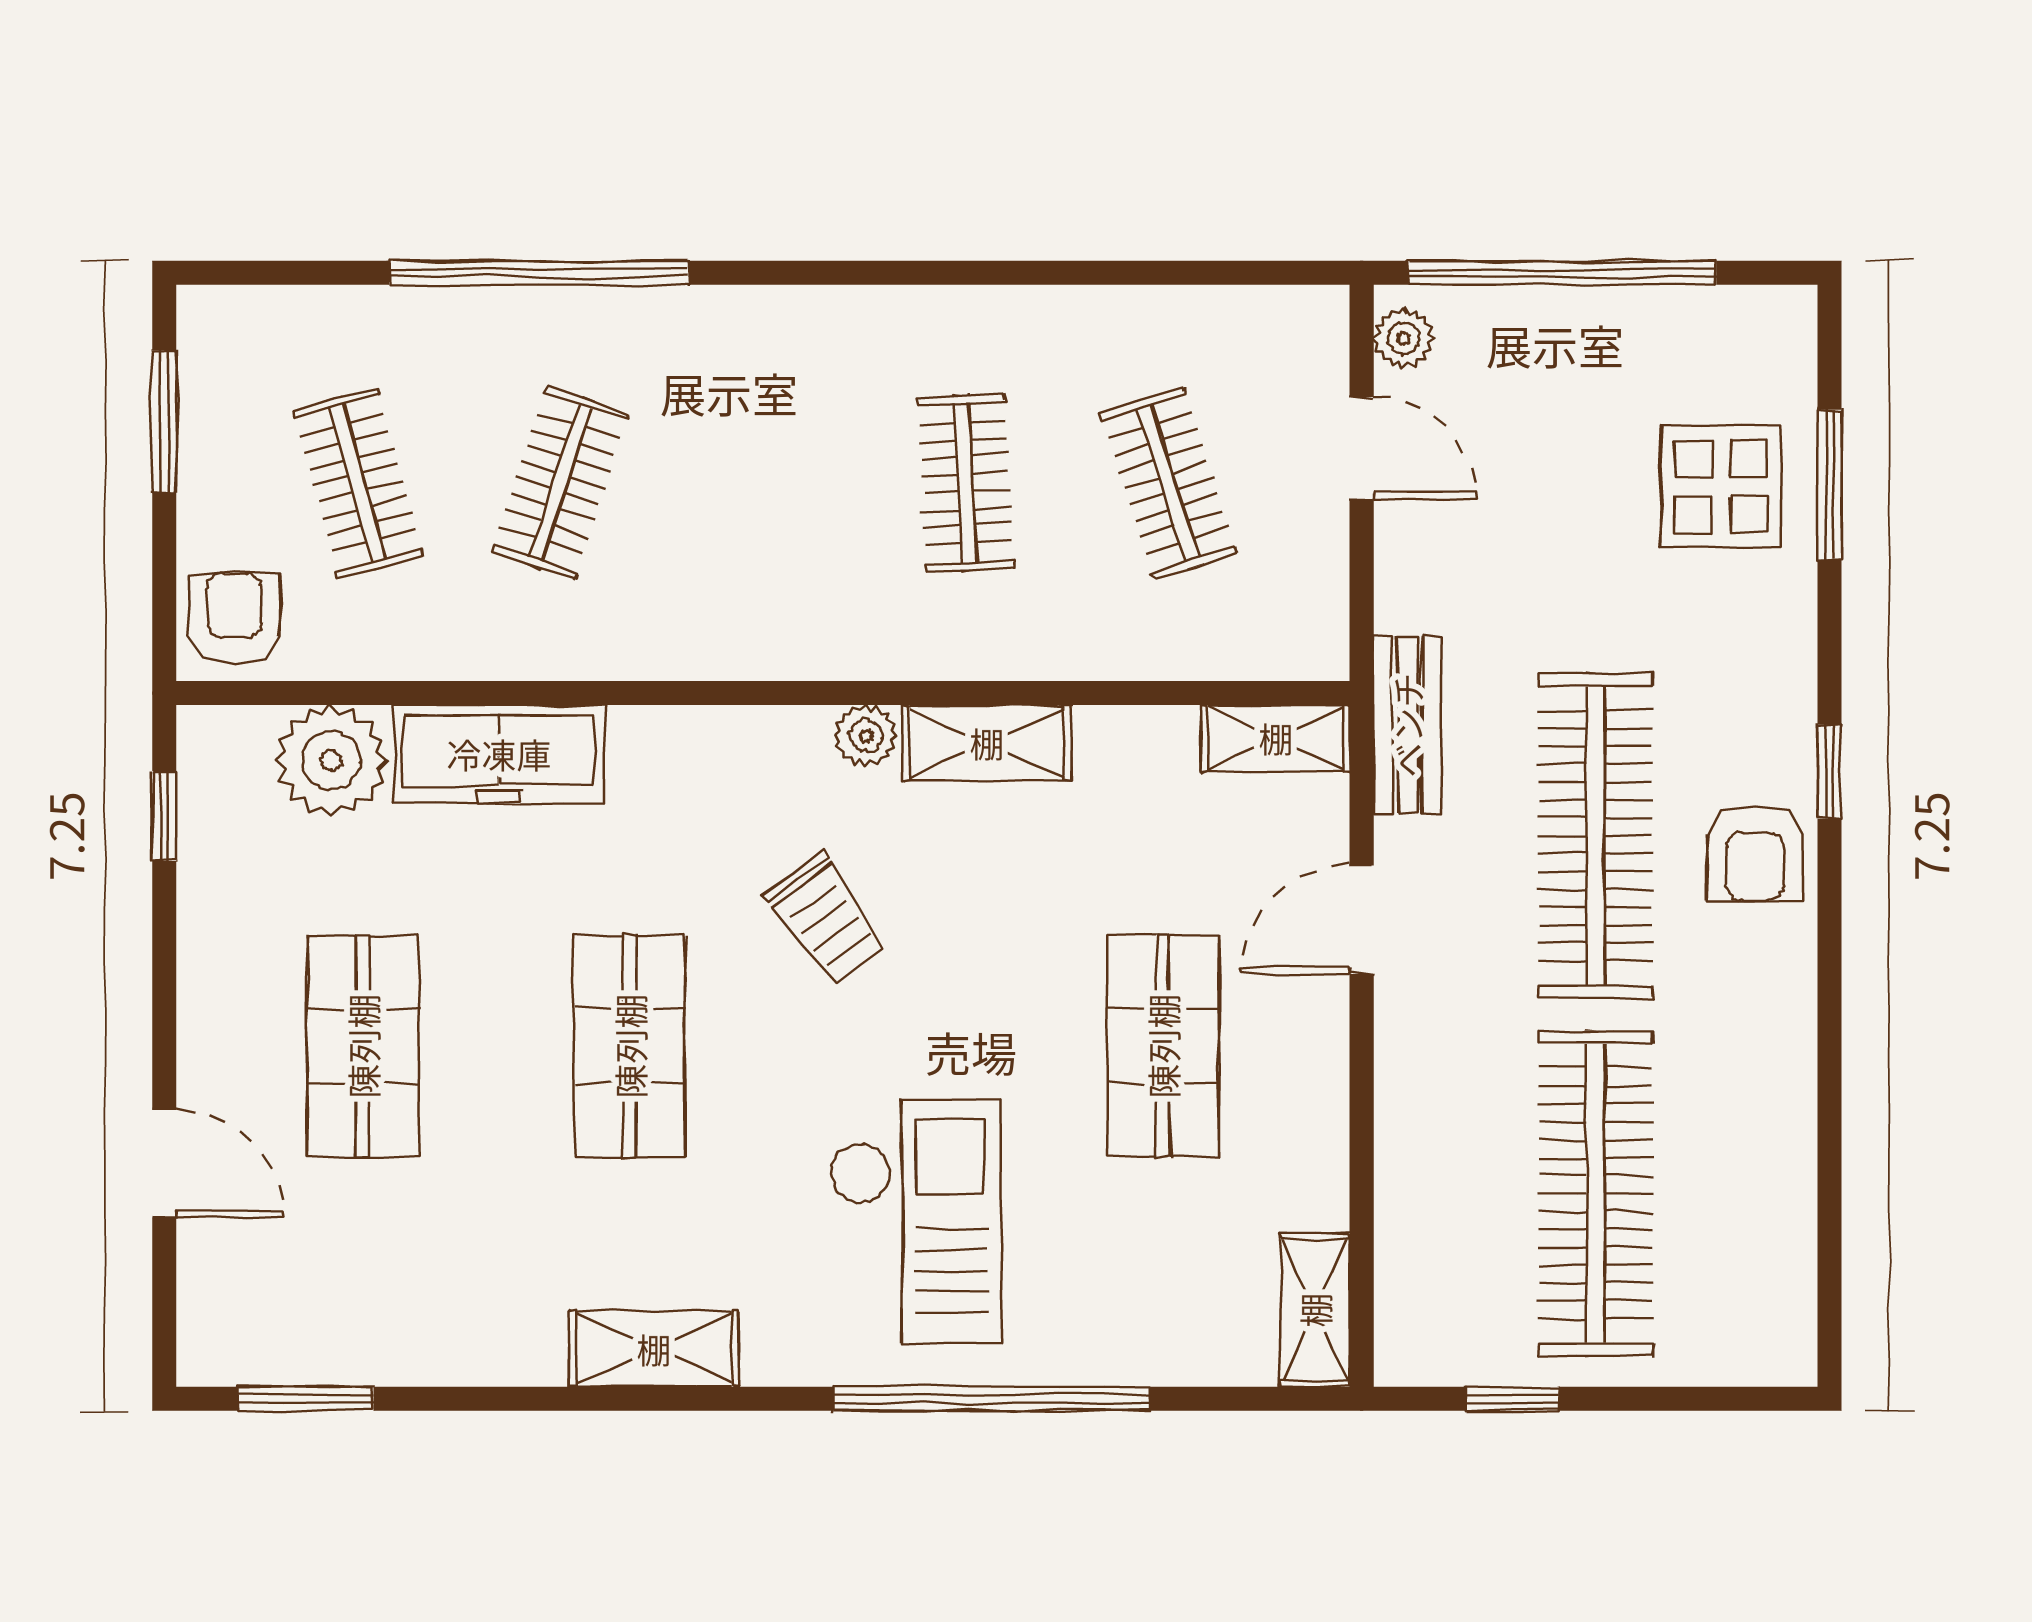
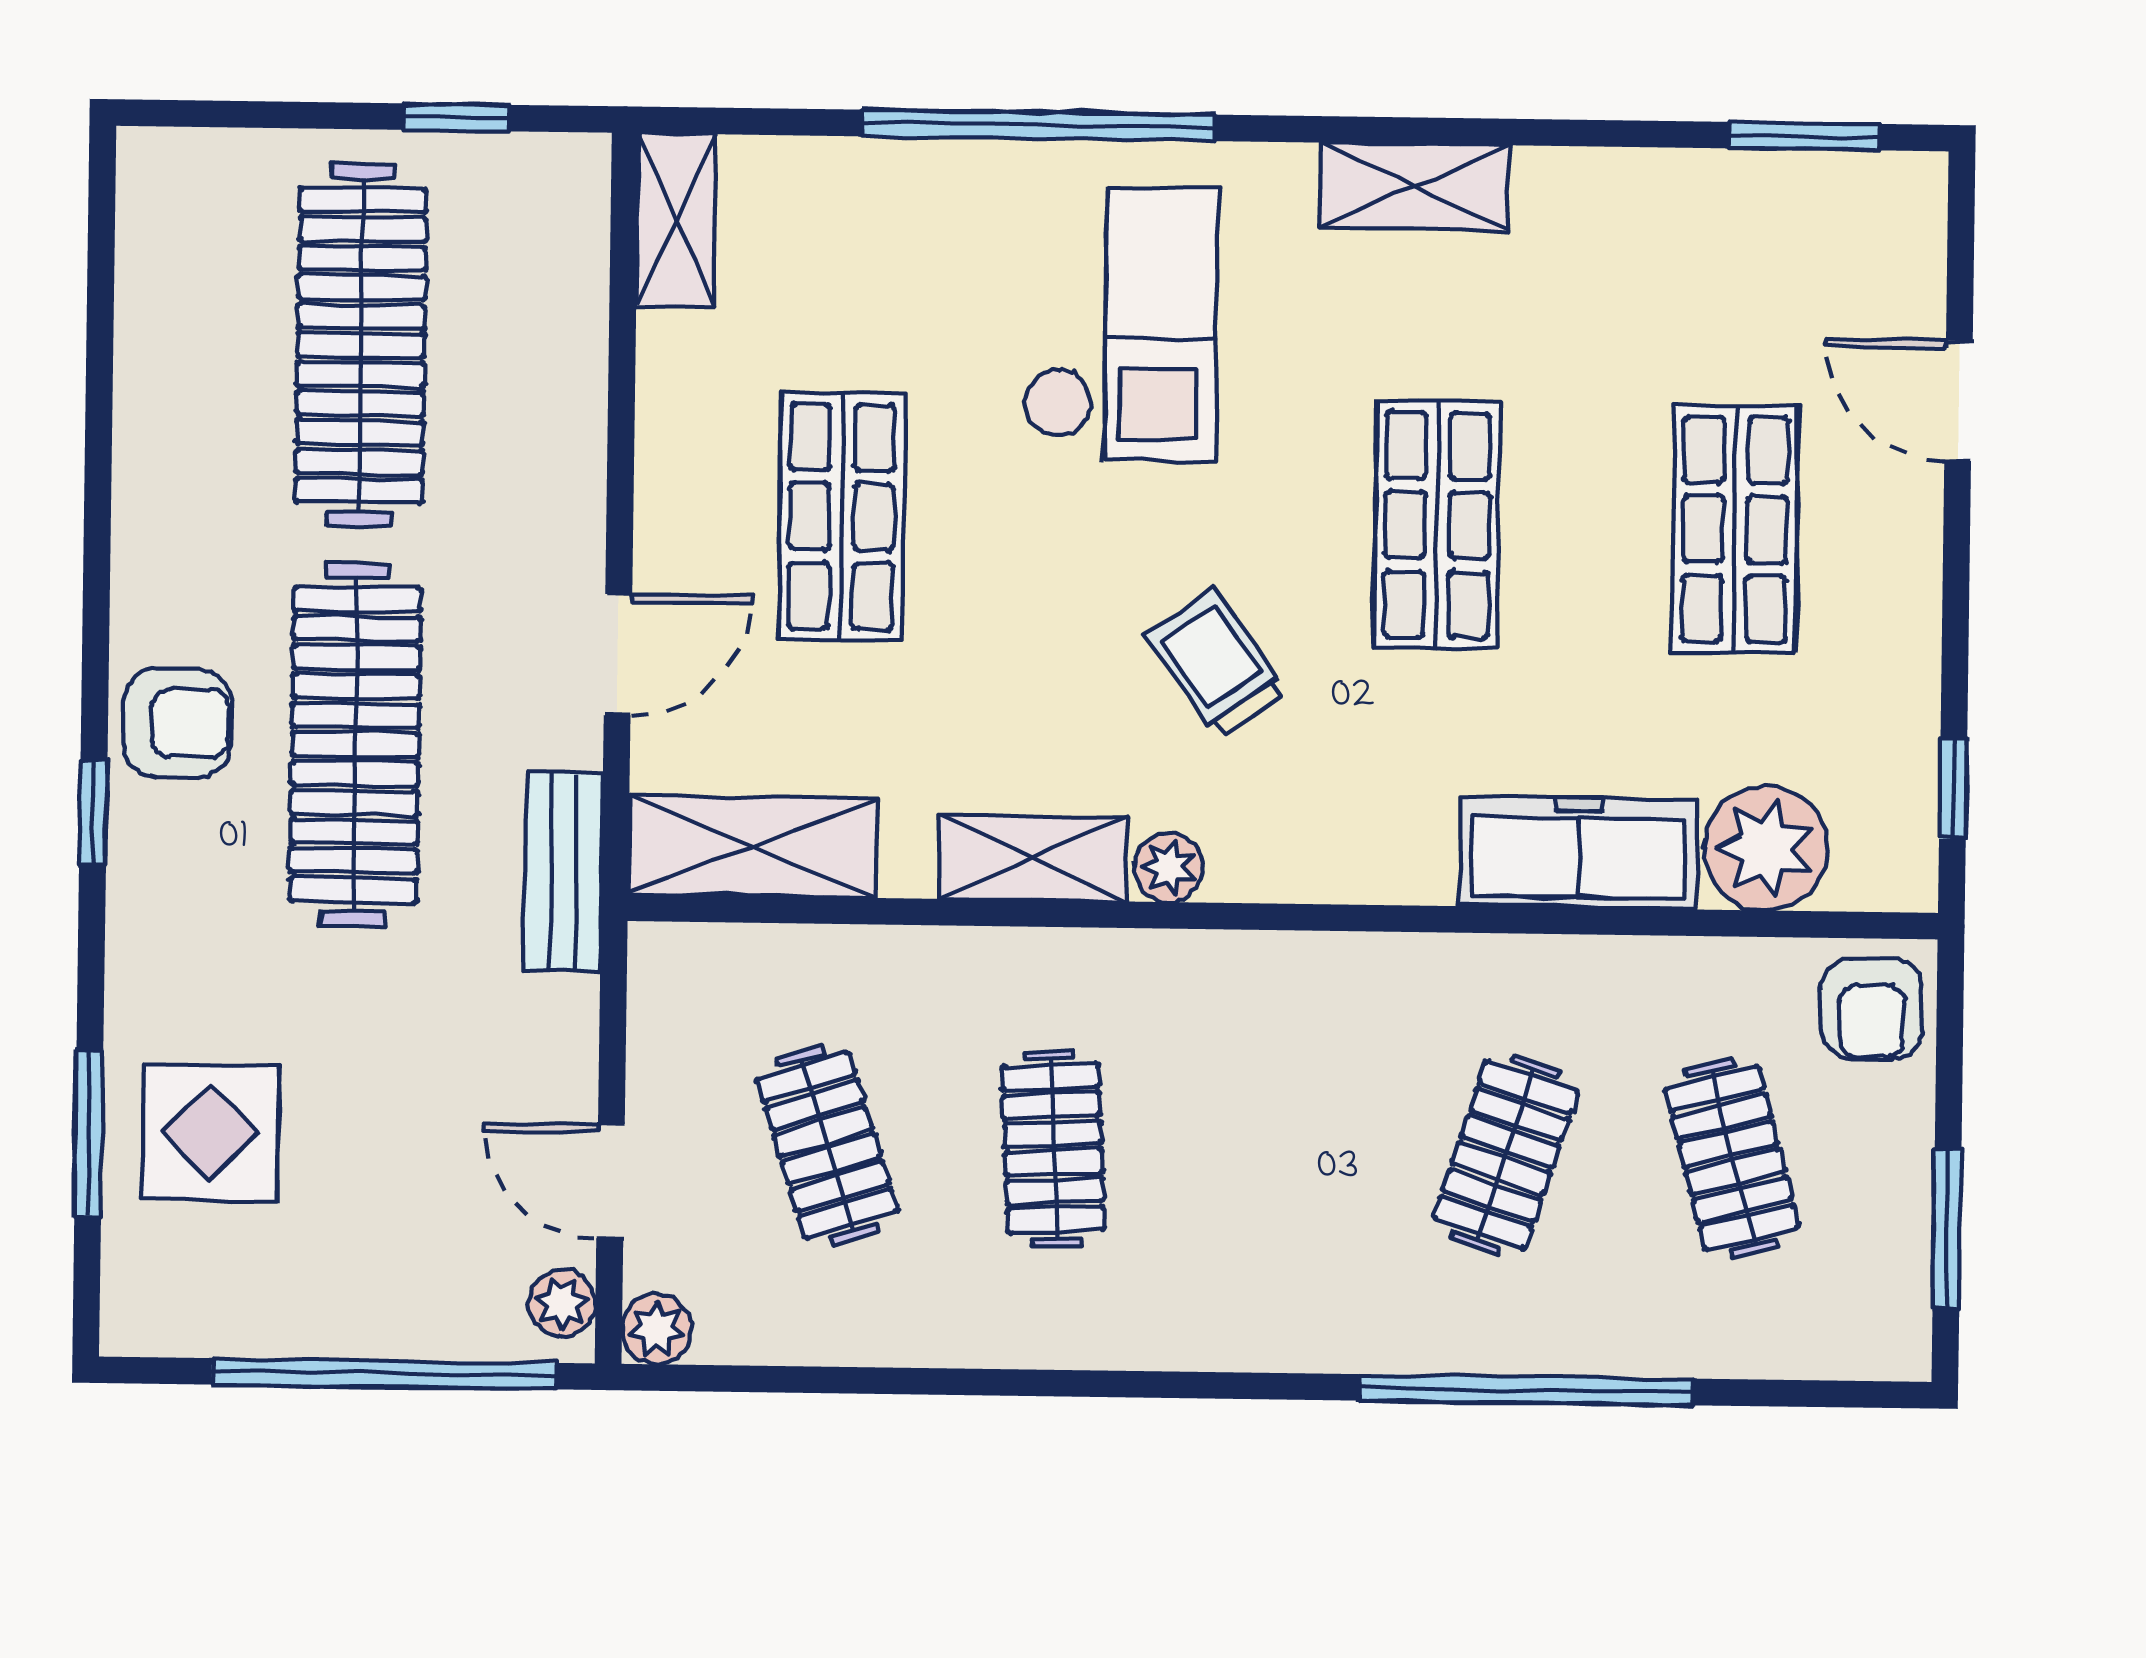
plant: (1318, 316) -> (657, 1329), added
shelving: (1276, 738) -> (752, 847), width x1.50, depth x1.33
armchair: (1755, 853) -> (177, 723), turned 90
checkout: (915, 1222) -> (1121, 324), turned 180

